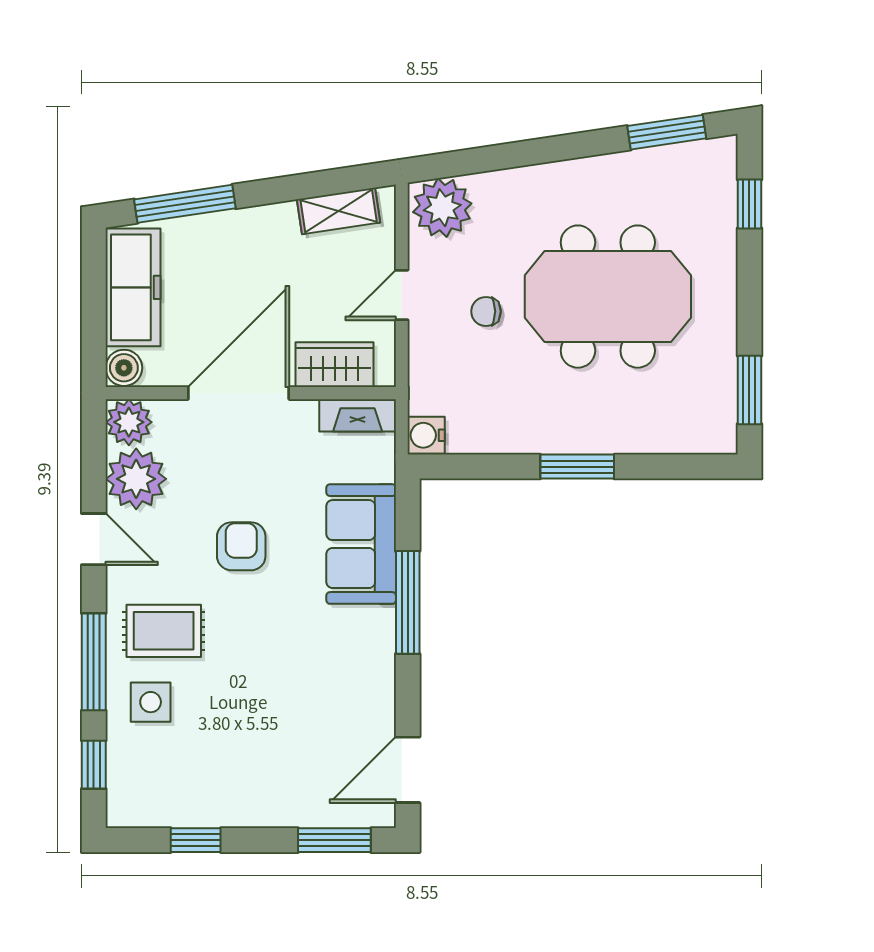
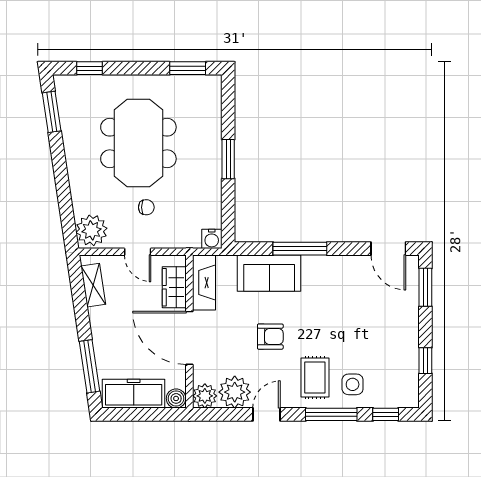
chair: (486, 311) -> (146, 207), turned -90
fireplace: (358, 415) -> (204, 283), width x1.37, depth x1.32
armchair: (241, 546) -> (270, 337), turned 180

